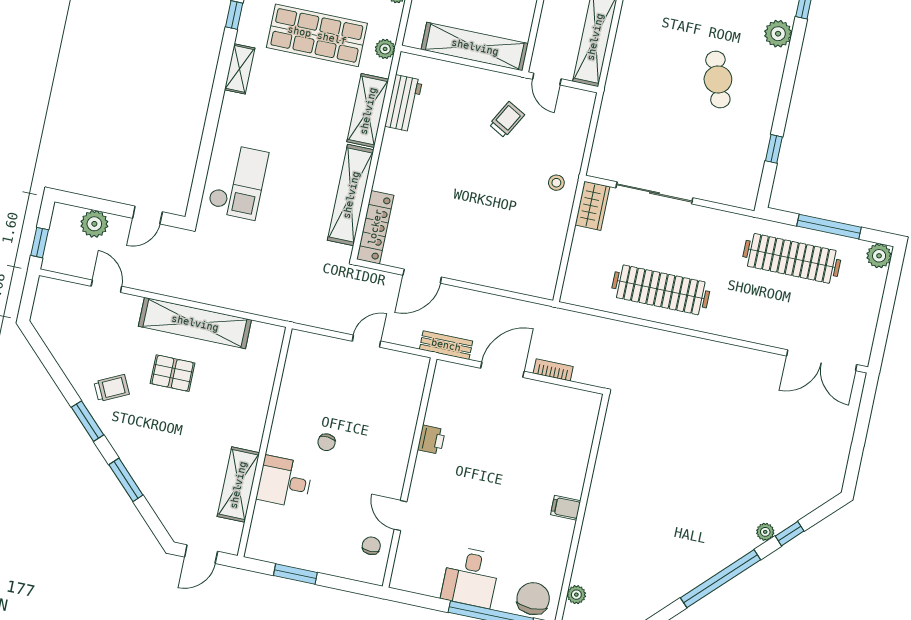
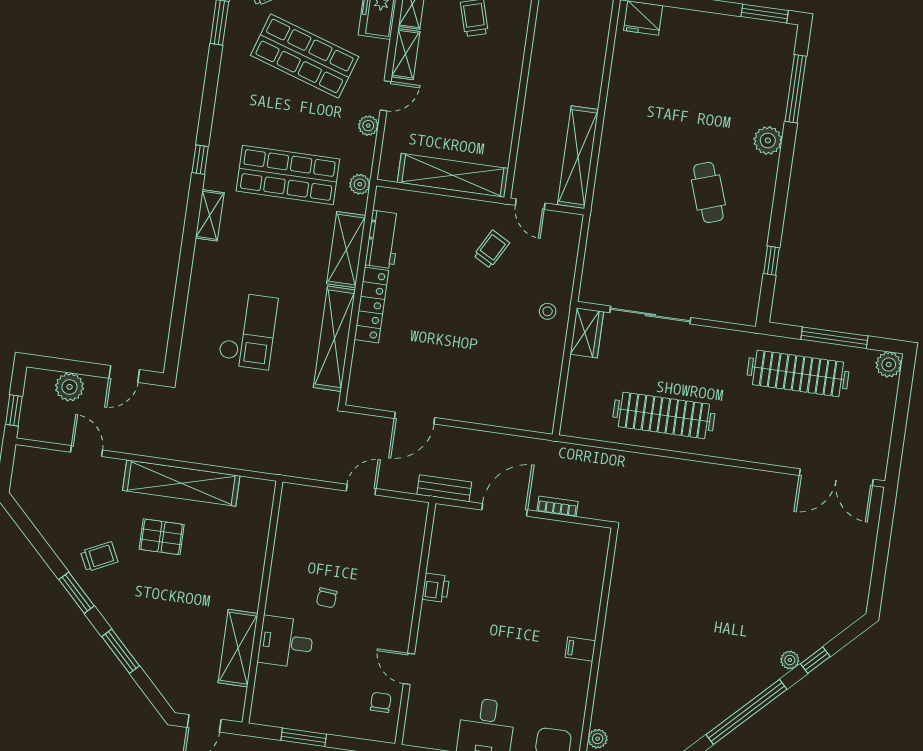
checkout: (238, 182) -> (248, 331), moved
locker: (375, 227) -> (371, 305), moved

